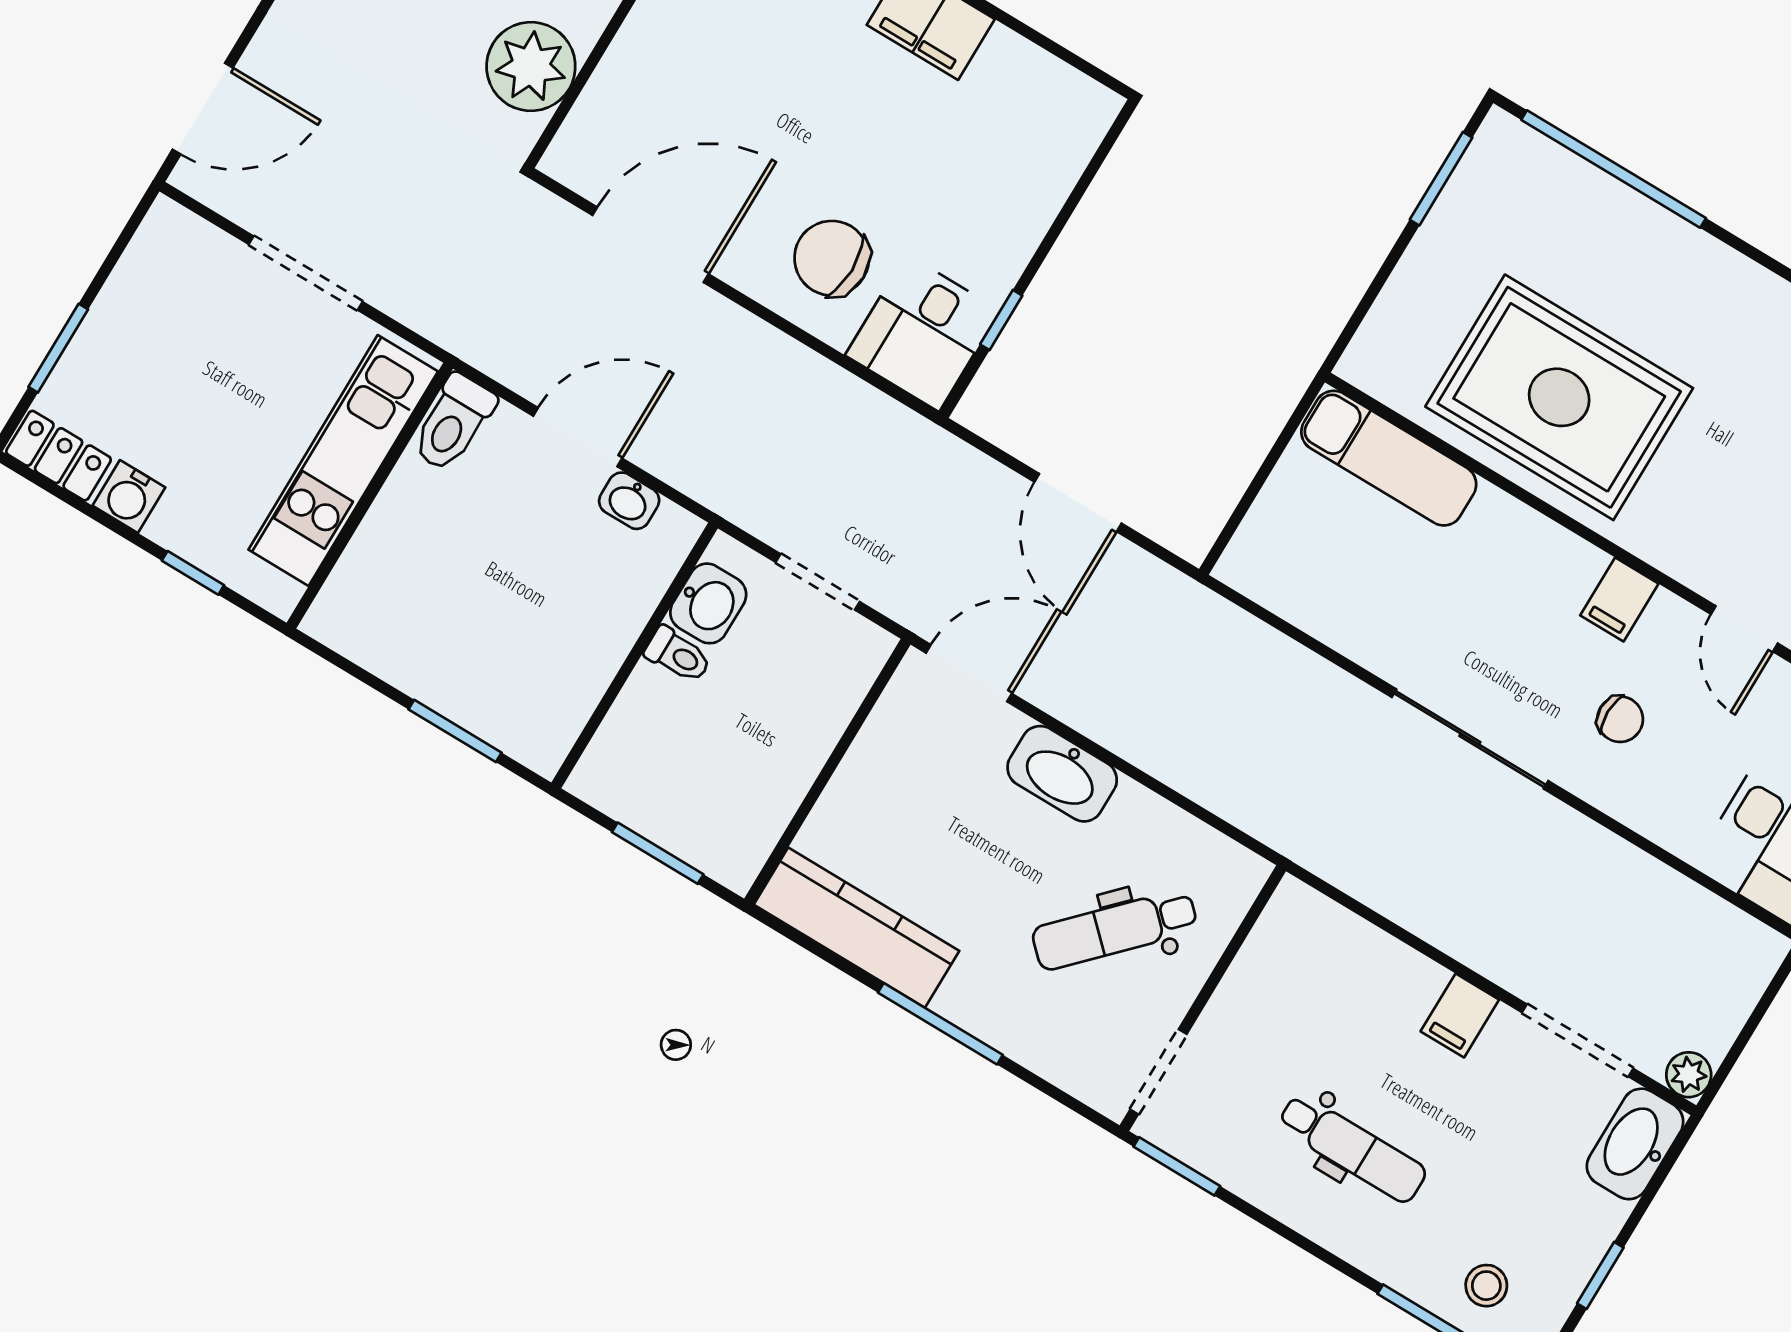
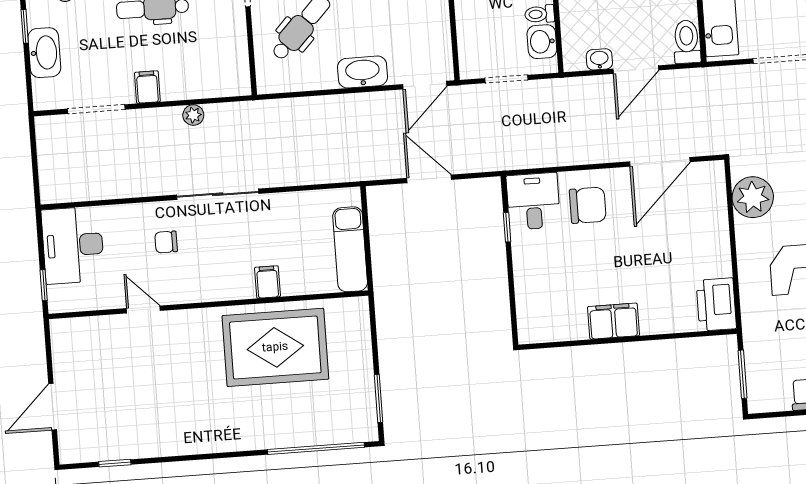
exam couch: (1389, 458) -> (350, 249), moved, turned -90
filing cabinet: (1619, 599) -> (267, 282), moved
plant: (1689, 1075) -> (193, 115), moved
washbasin: (1635, 1144) -> (44, 53), moved

